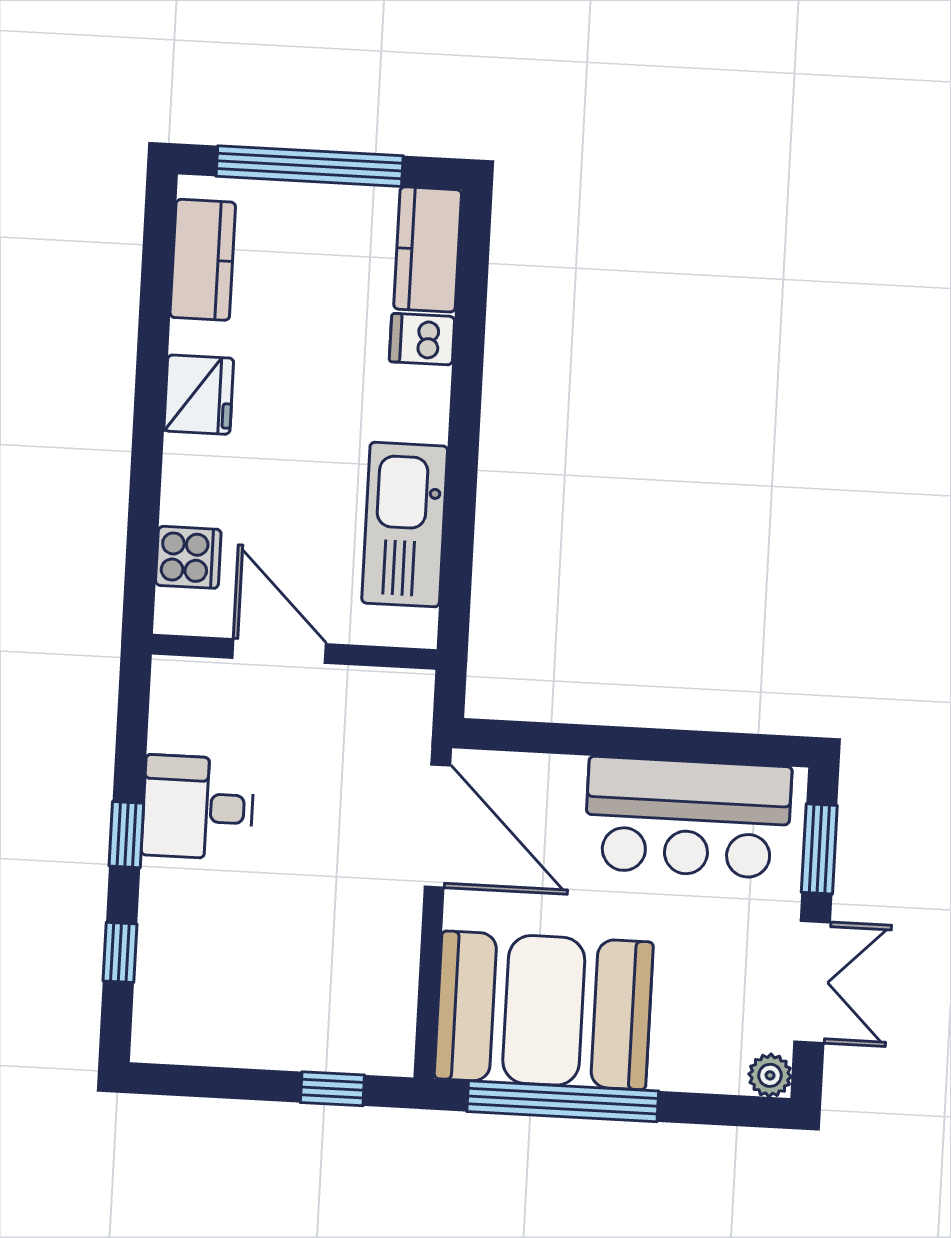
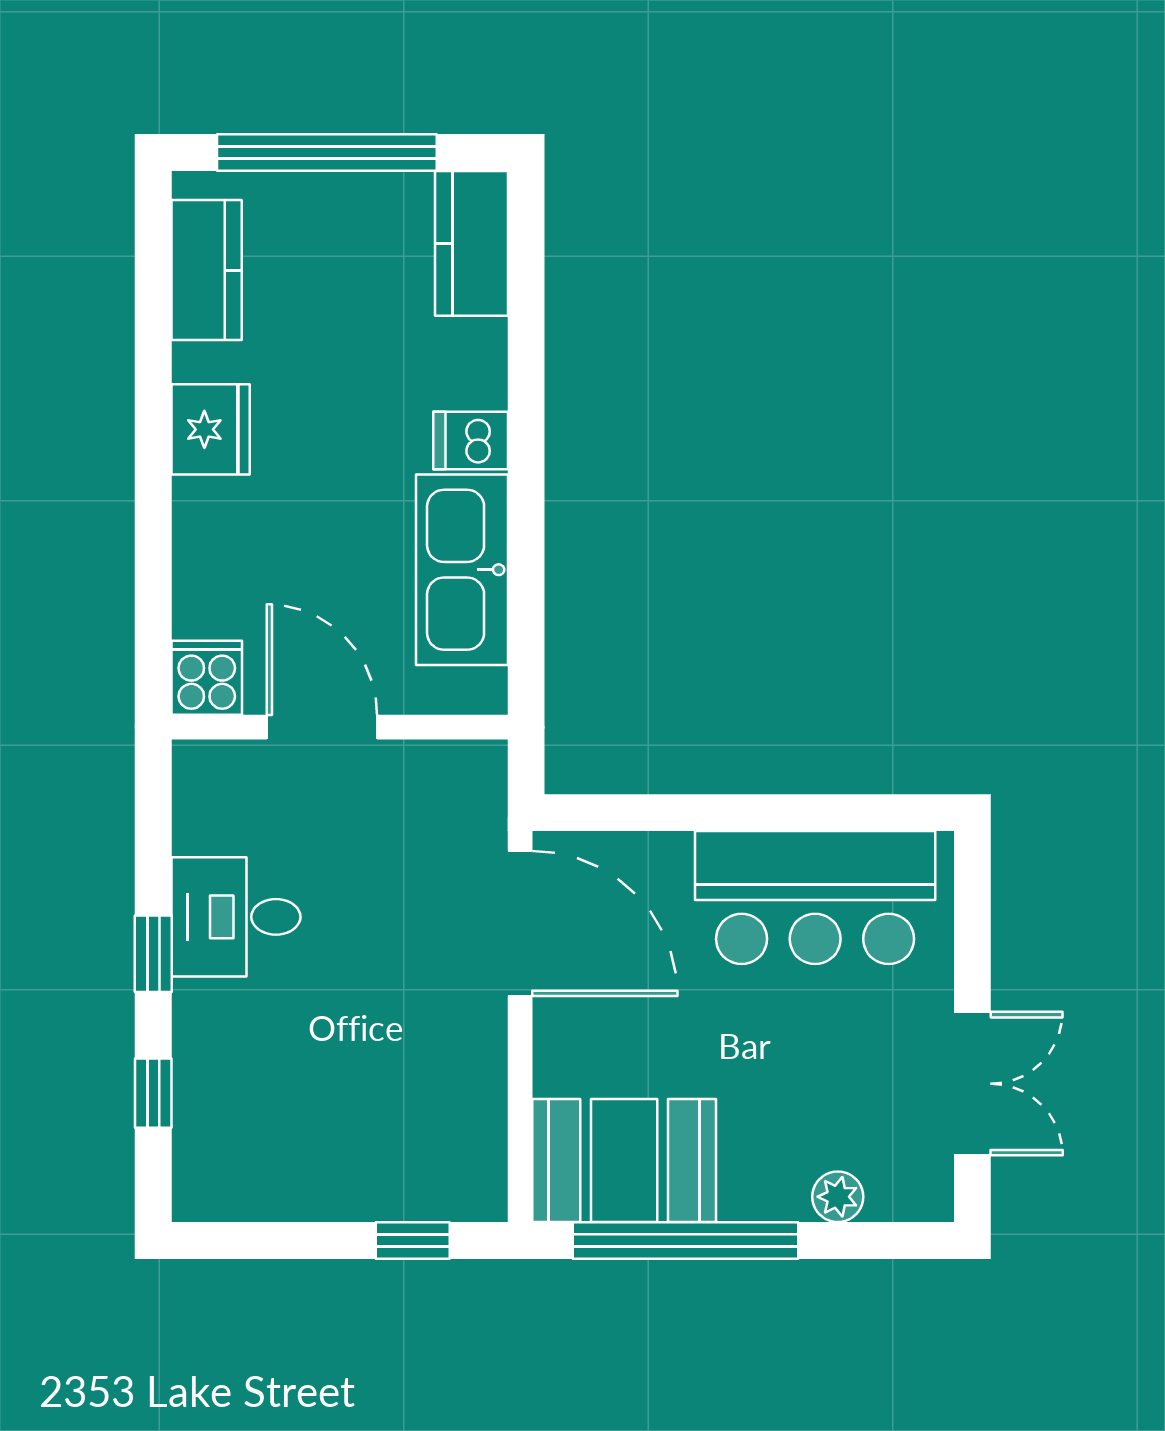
dishwasher: (422, 339) -> (471, 441), moved
cooker: (188, 557) -> (207, 678), moved, turned -90
window: (819, 849) -> (972, 926), removed
booth: (544, 1010) -> (624, 1161), width x0.73, depth x0.70
plant: (770, 1075) -> (838, 1197), moved

